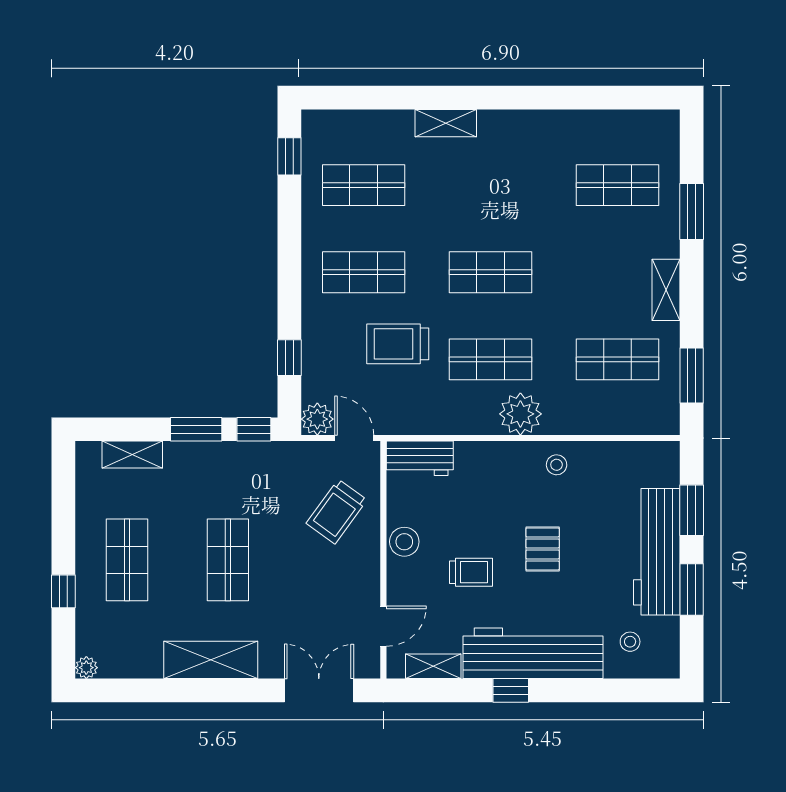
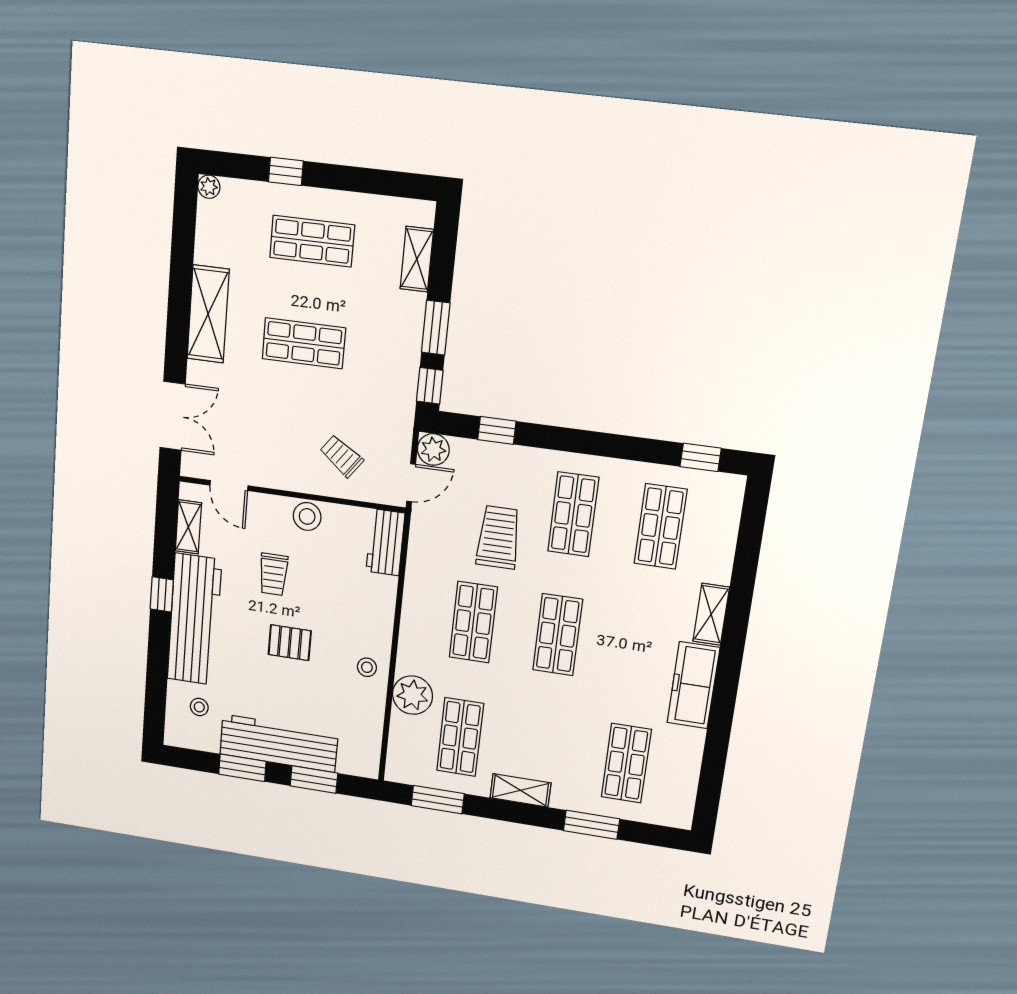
freezer: (522, 130) -> (693, 685), added
plant: (520, 414) -> (412, 695), moved
trolley: (337, 512) -> (341, 456), width x0.73, depth x0.72

